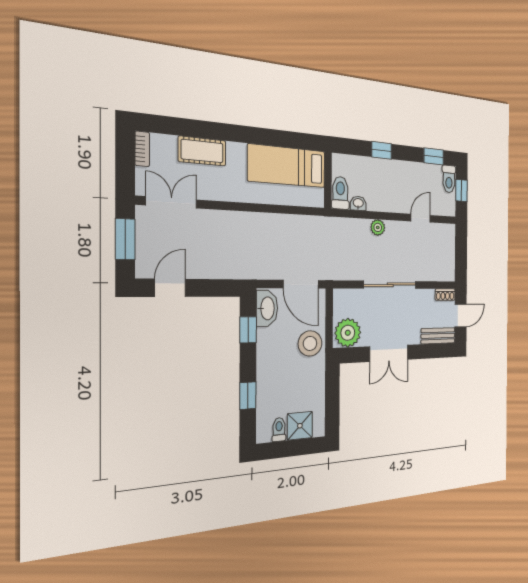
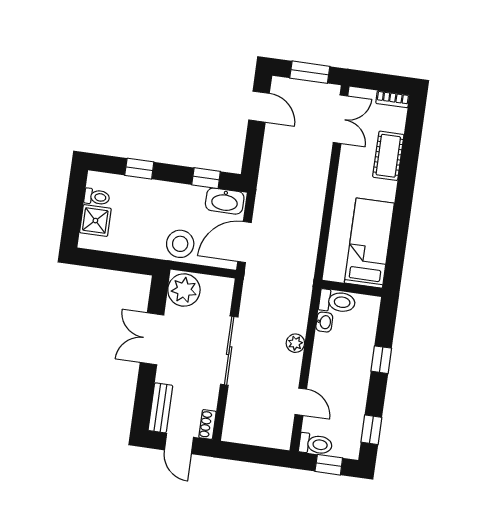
toilet: (449, 179) -> (316, 444), moved, turned 180

